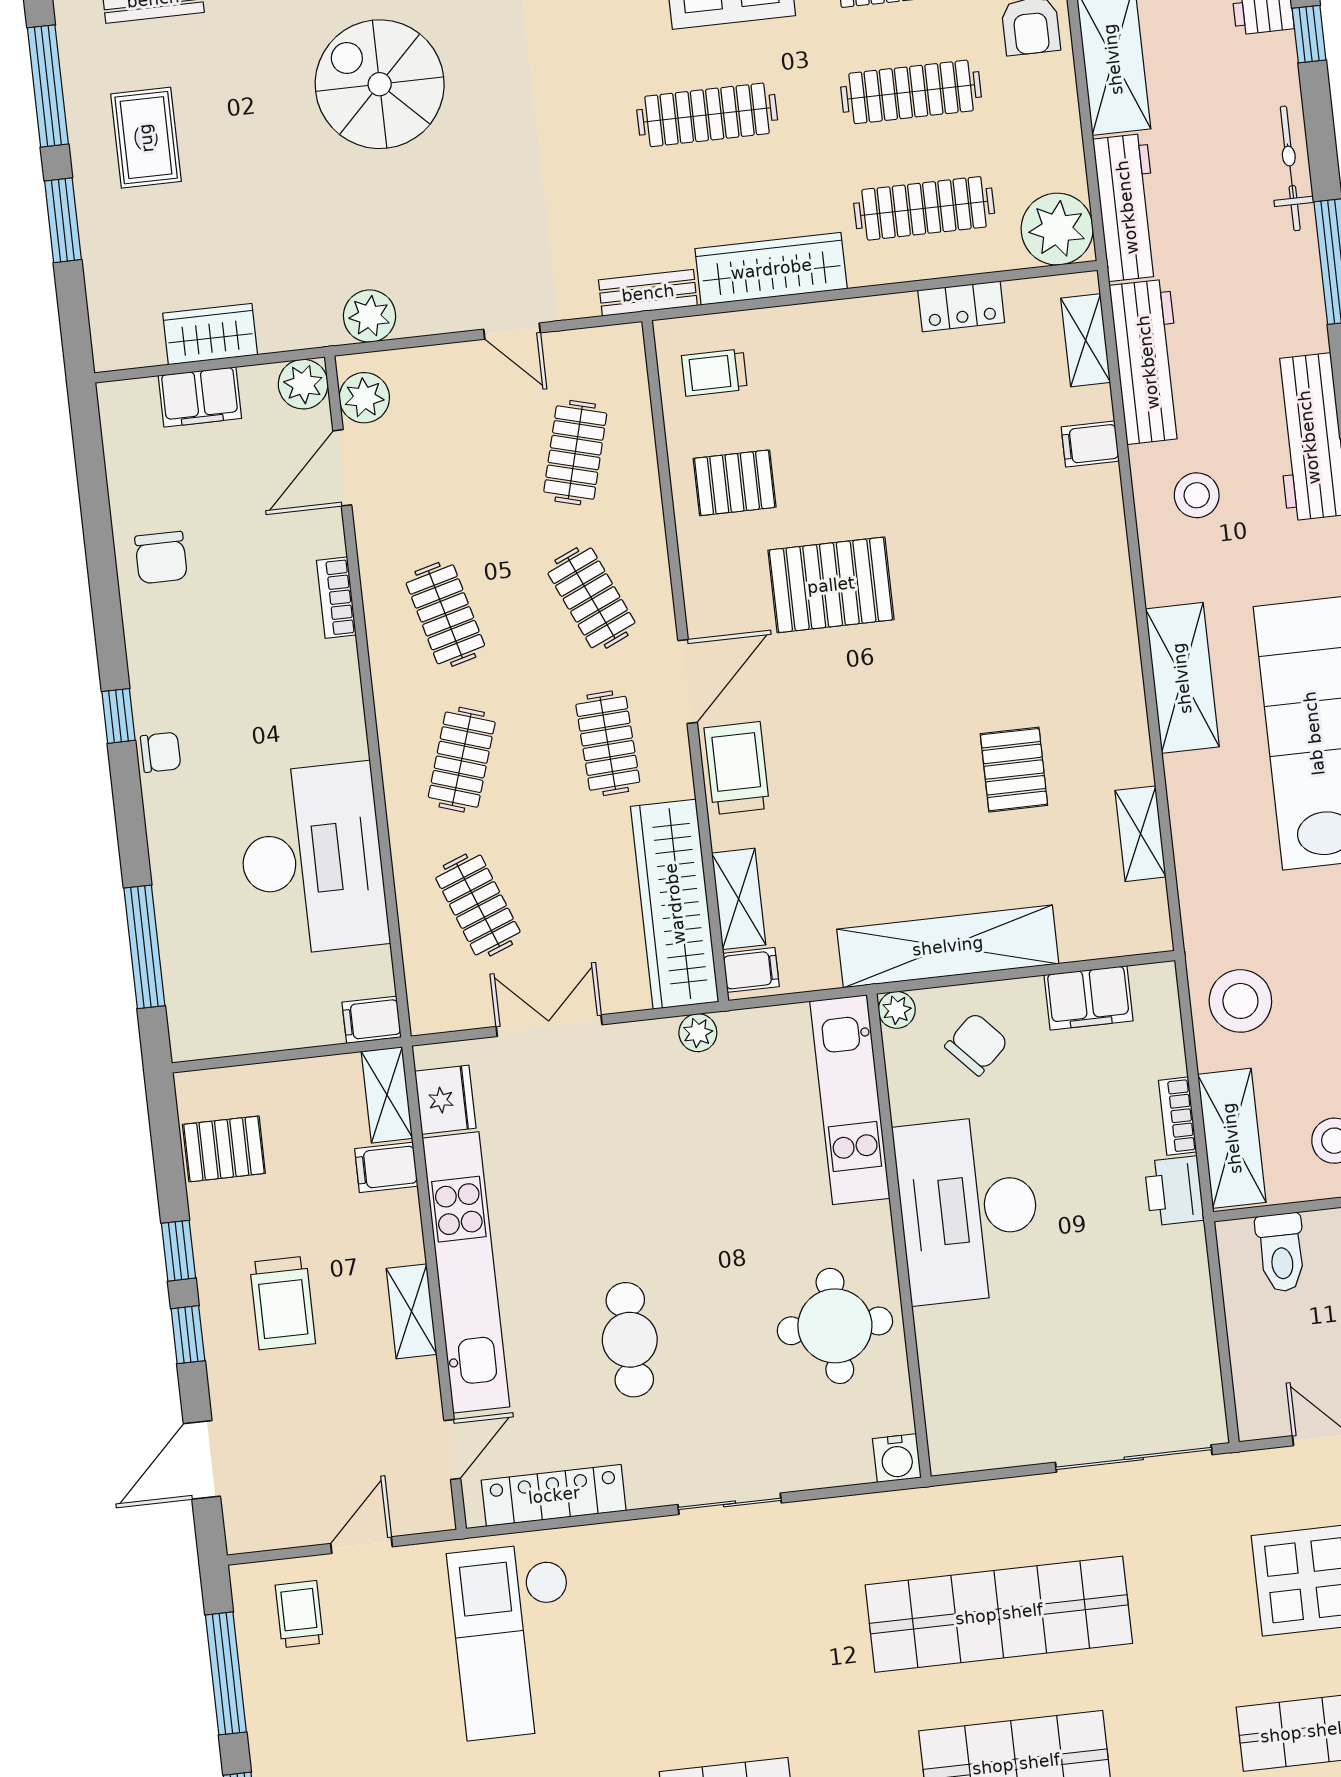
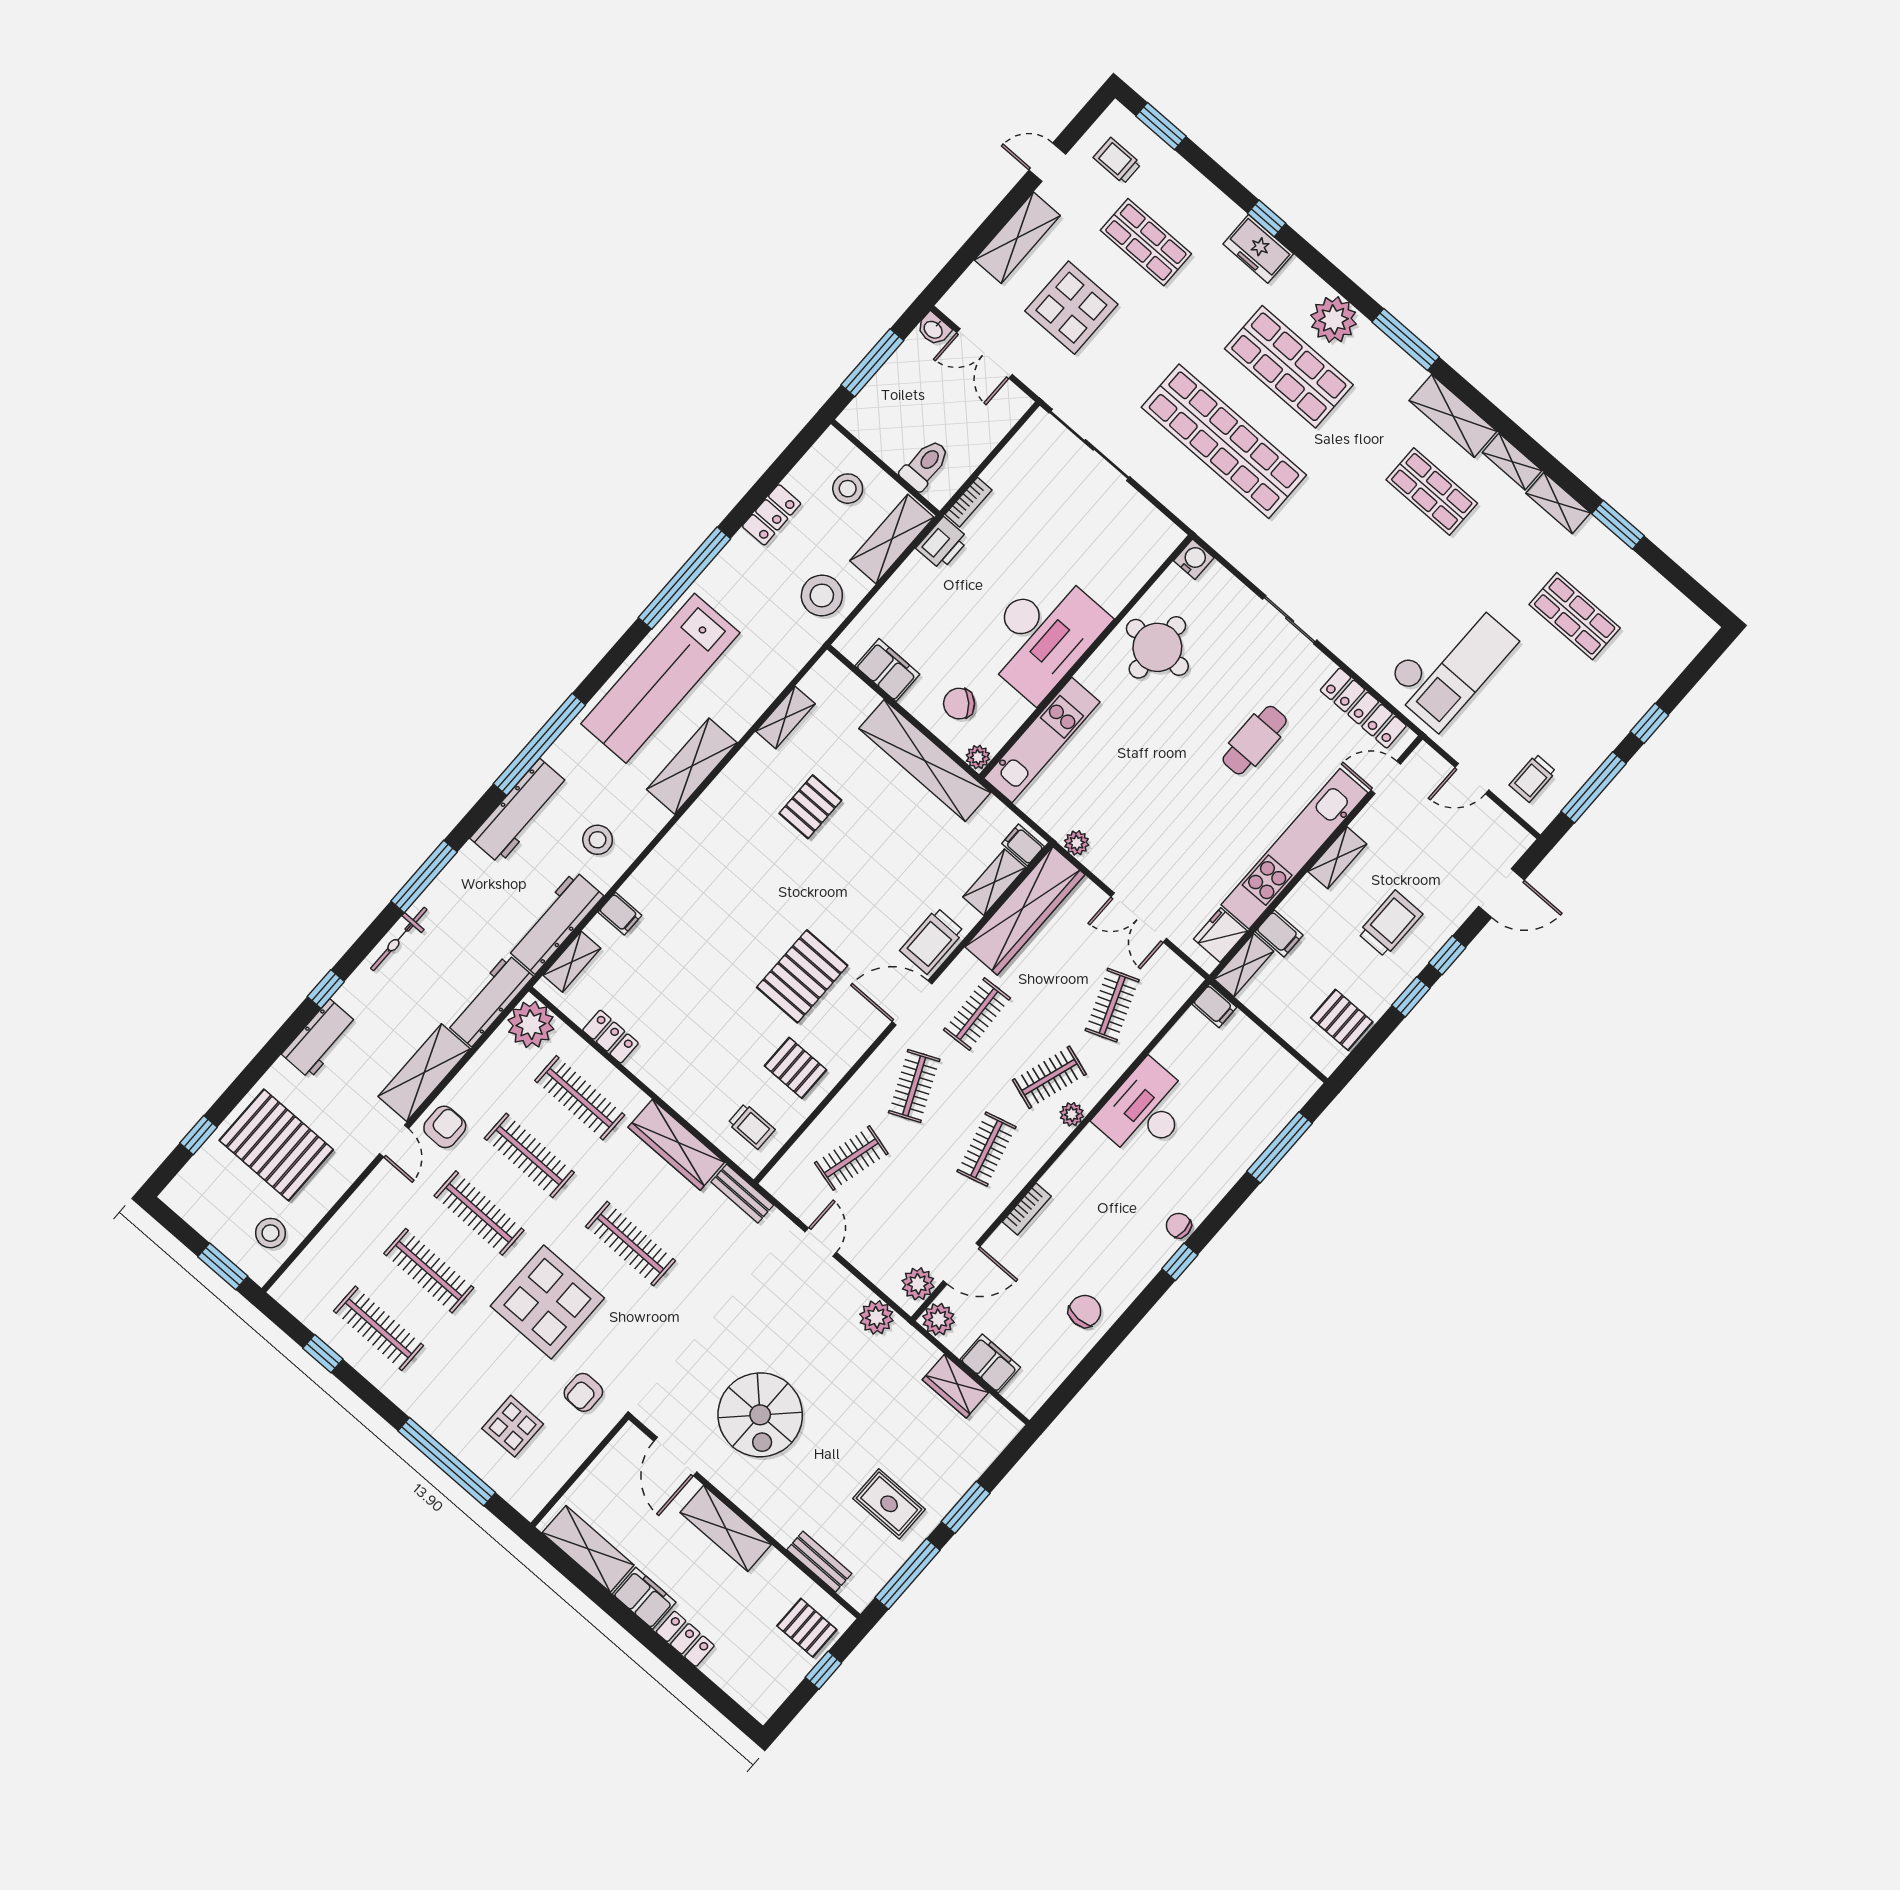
rug: (146, 138) -> (889, 1504), turned 90
pallet: (831, 585) -> (802, 976), turned 90
plant: (397, 746) -> (1072, 1114), added
desk: (312, 859) -> (1145, 1111), width x0.73, depth x0.77
bookcase: (1178, 1116) -> (969, 502), moved

